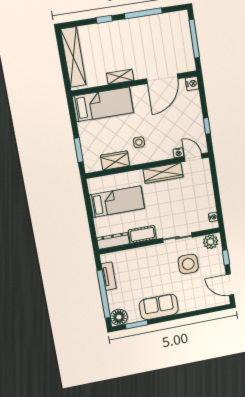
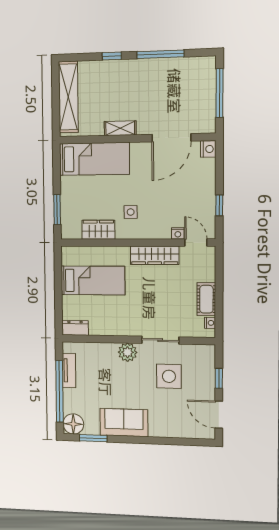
cot: (142, 234) -> (206, 299), moved, turned 90
dresser: (113, 241) -> (75, 328), width x0.70
plant: (210, 242) -> (128, 352), moved

